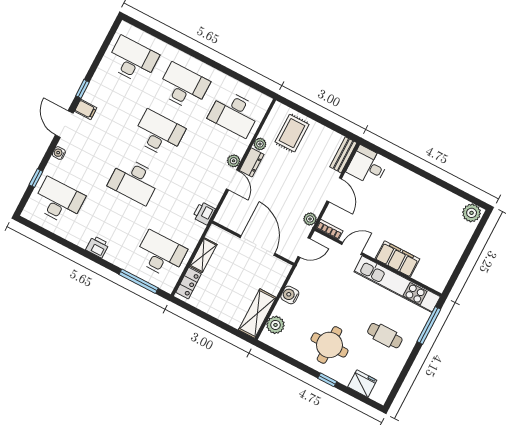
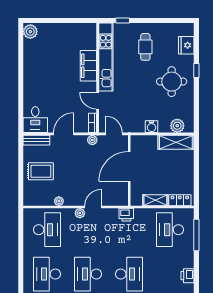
rug: (292, 133) -> (41, 171), moved
dresser: (252, 162) -> (74, 200), removed
window: (429, 325) -> (123, 20), width x0.46

